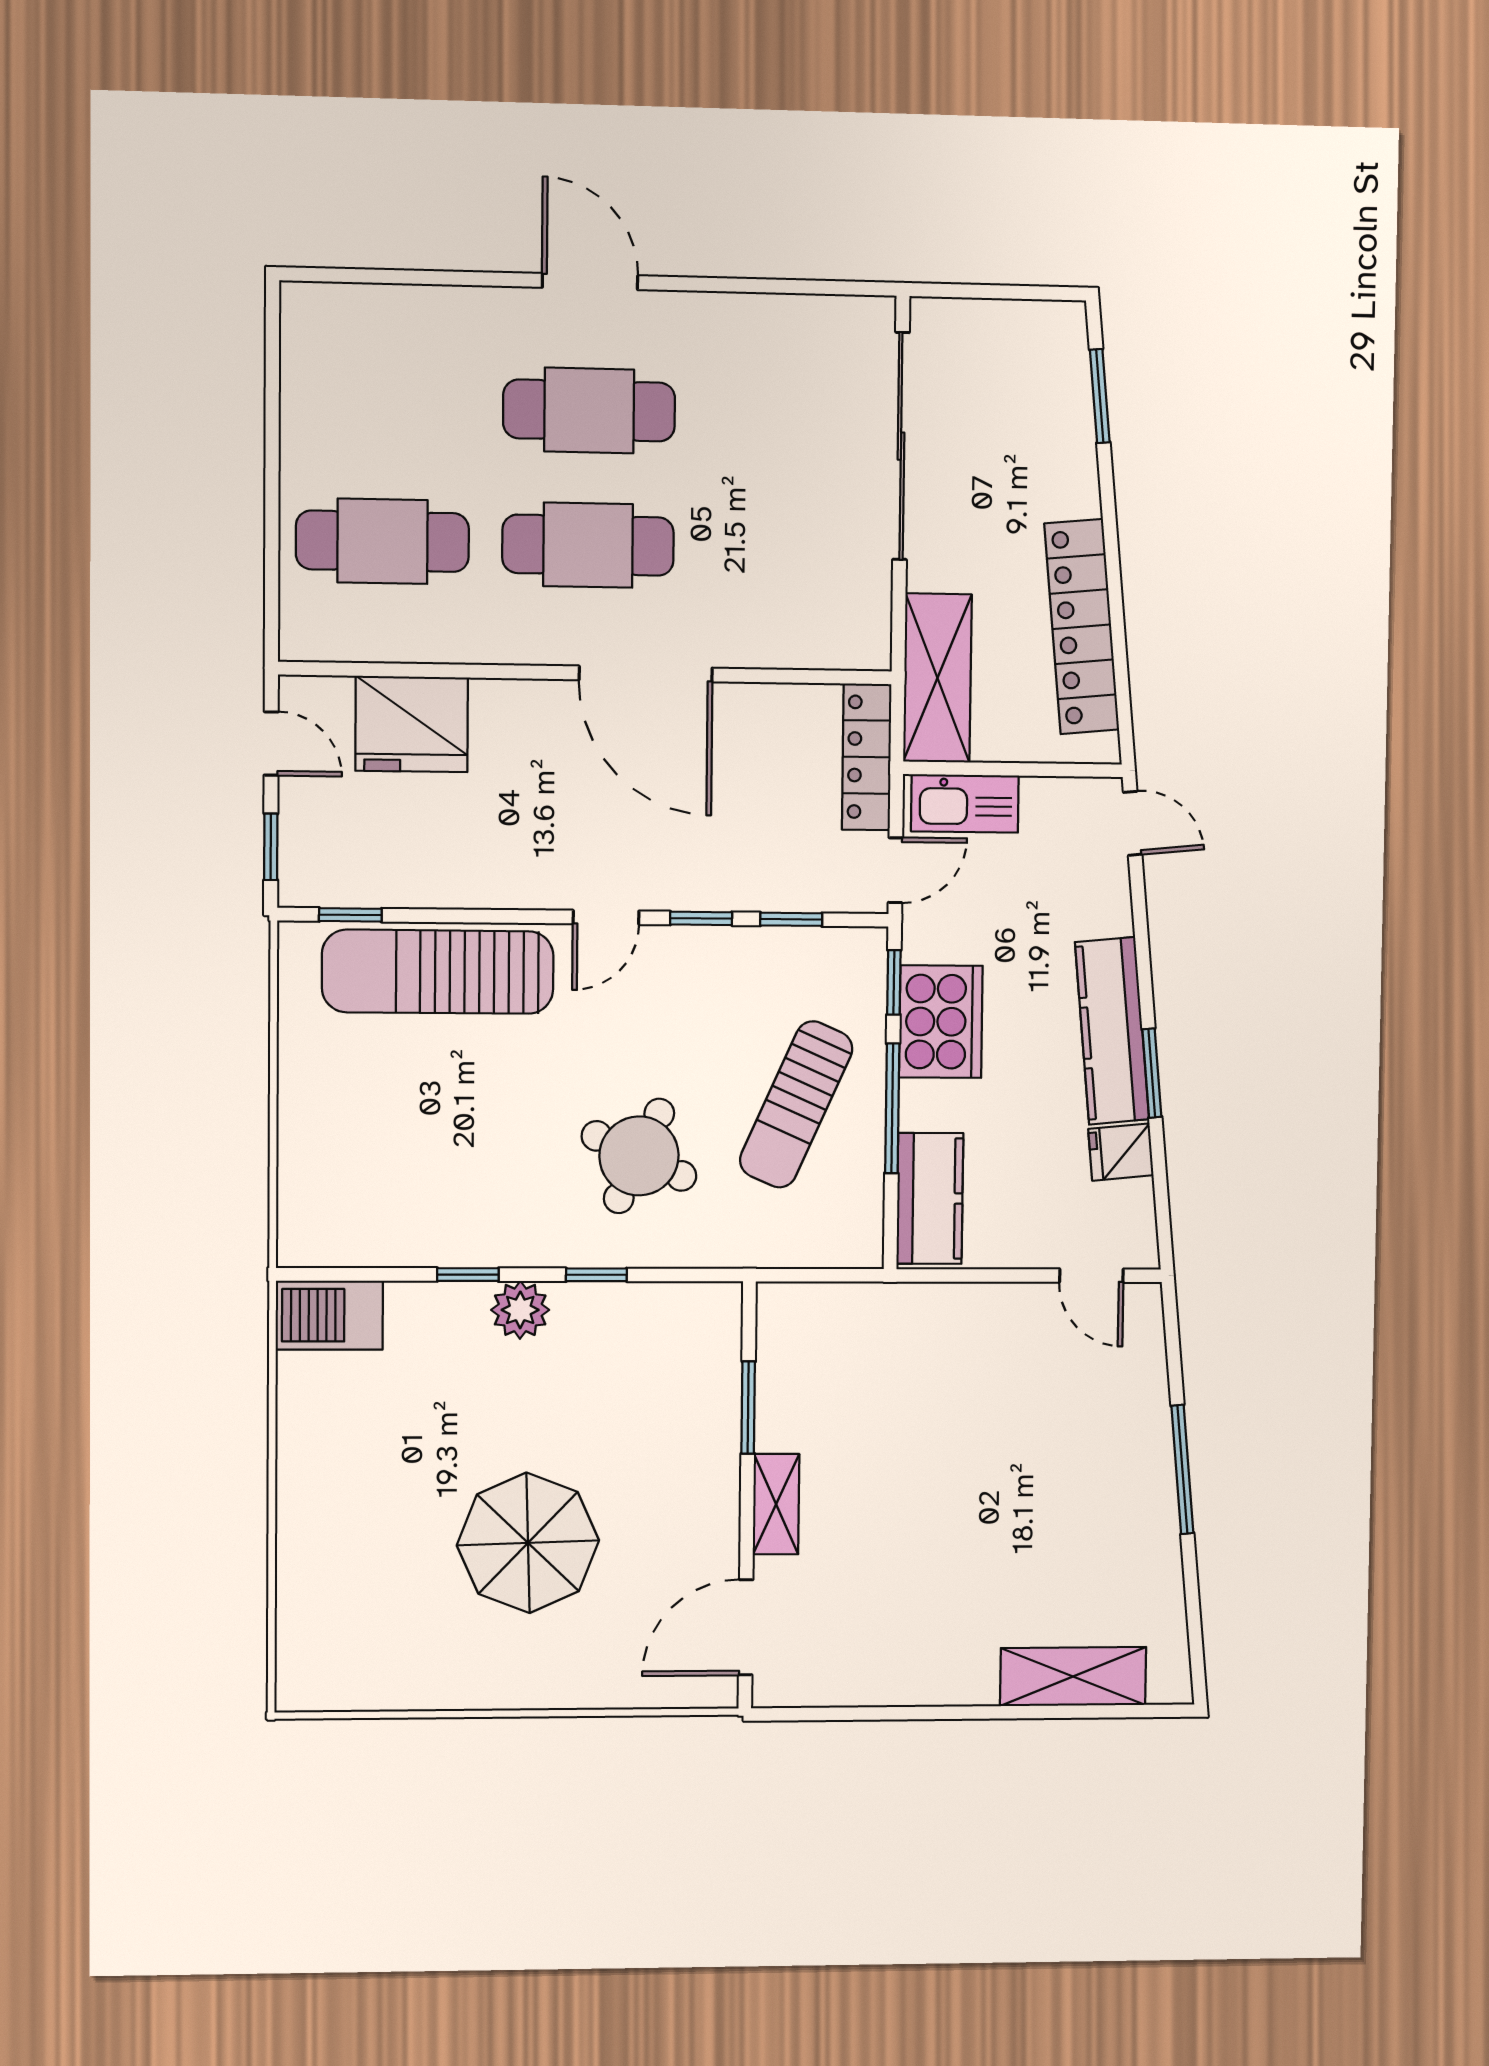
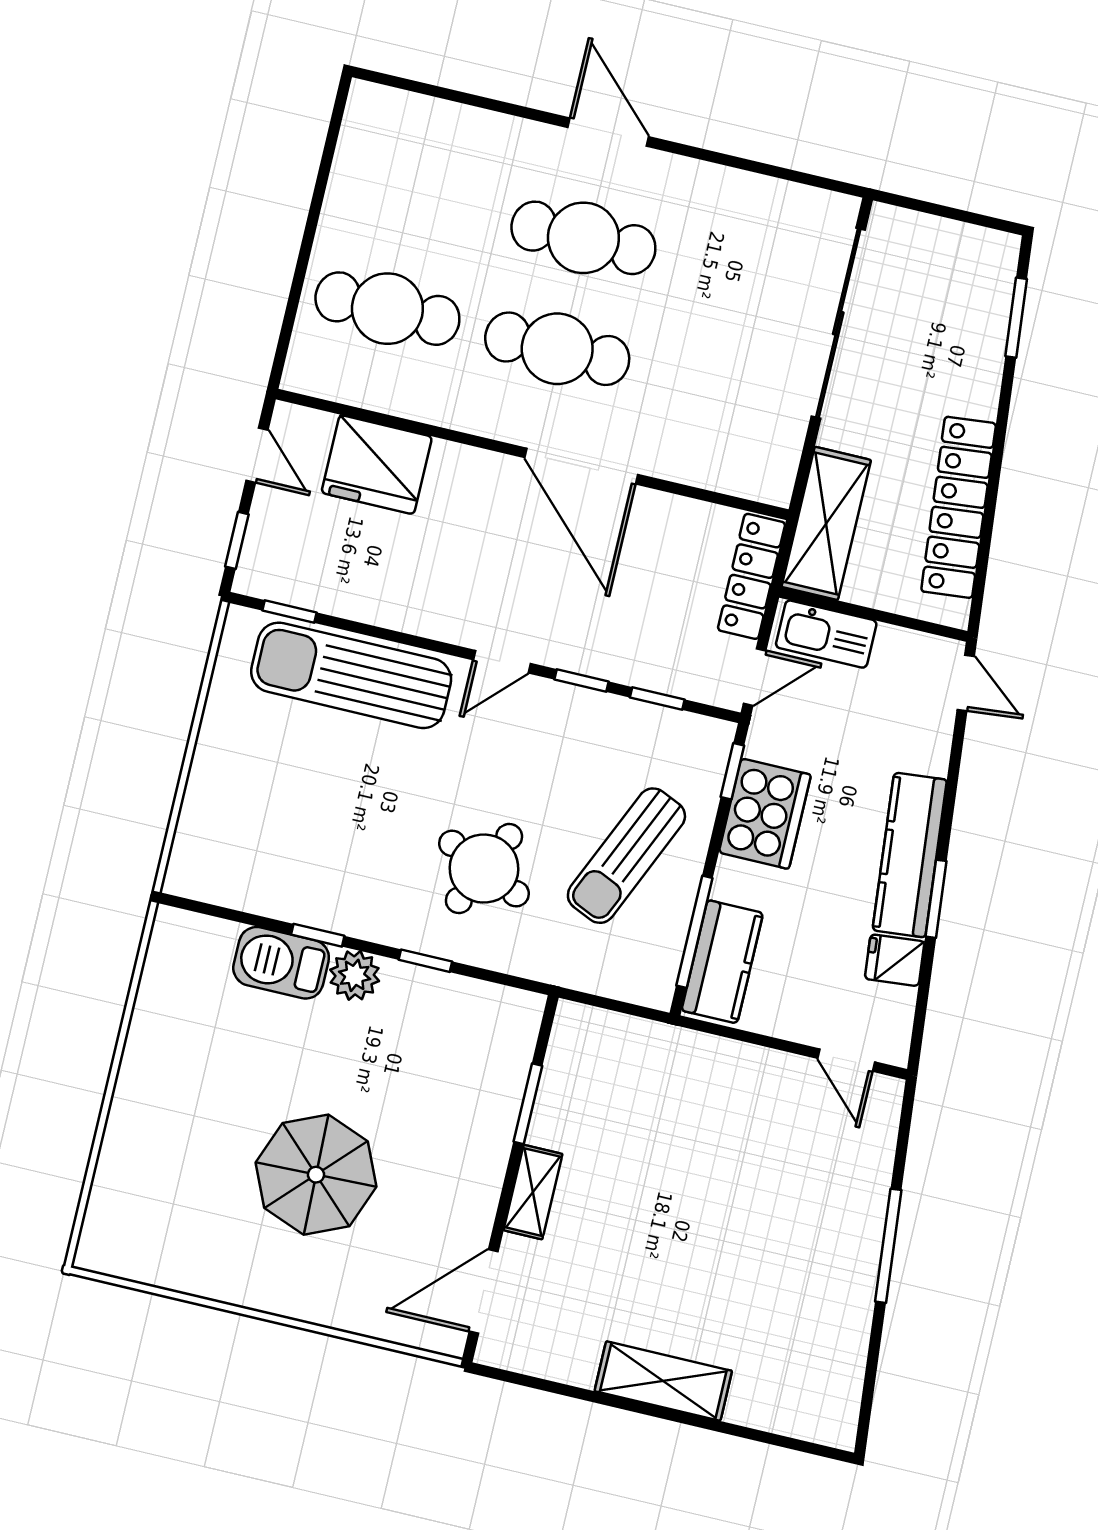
window: (892, 1108) -> (694, 932), moved
barbecue: (329, 1315) -> (281, 963), moved
shelving: (1073, 1677) -> (663, 1381), moved

